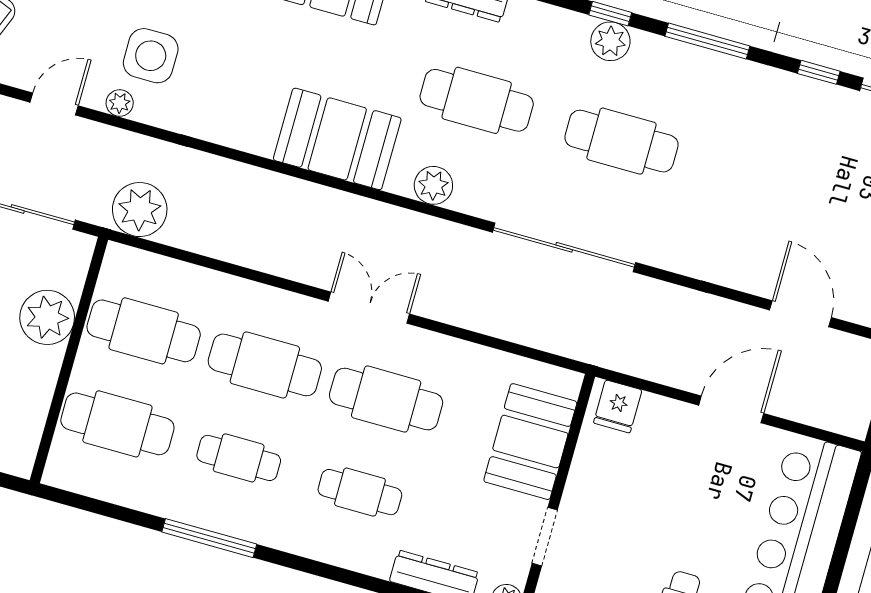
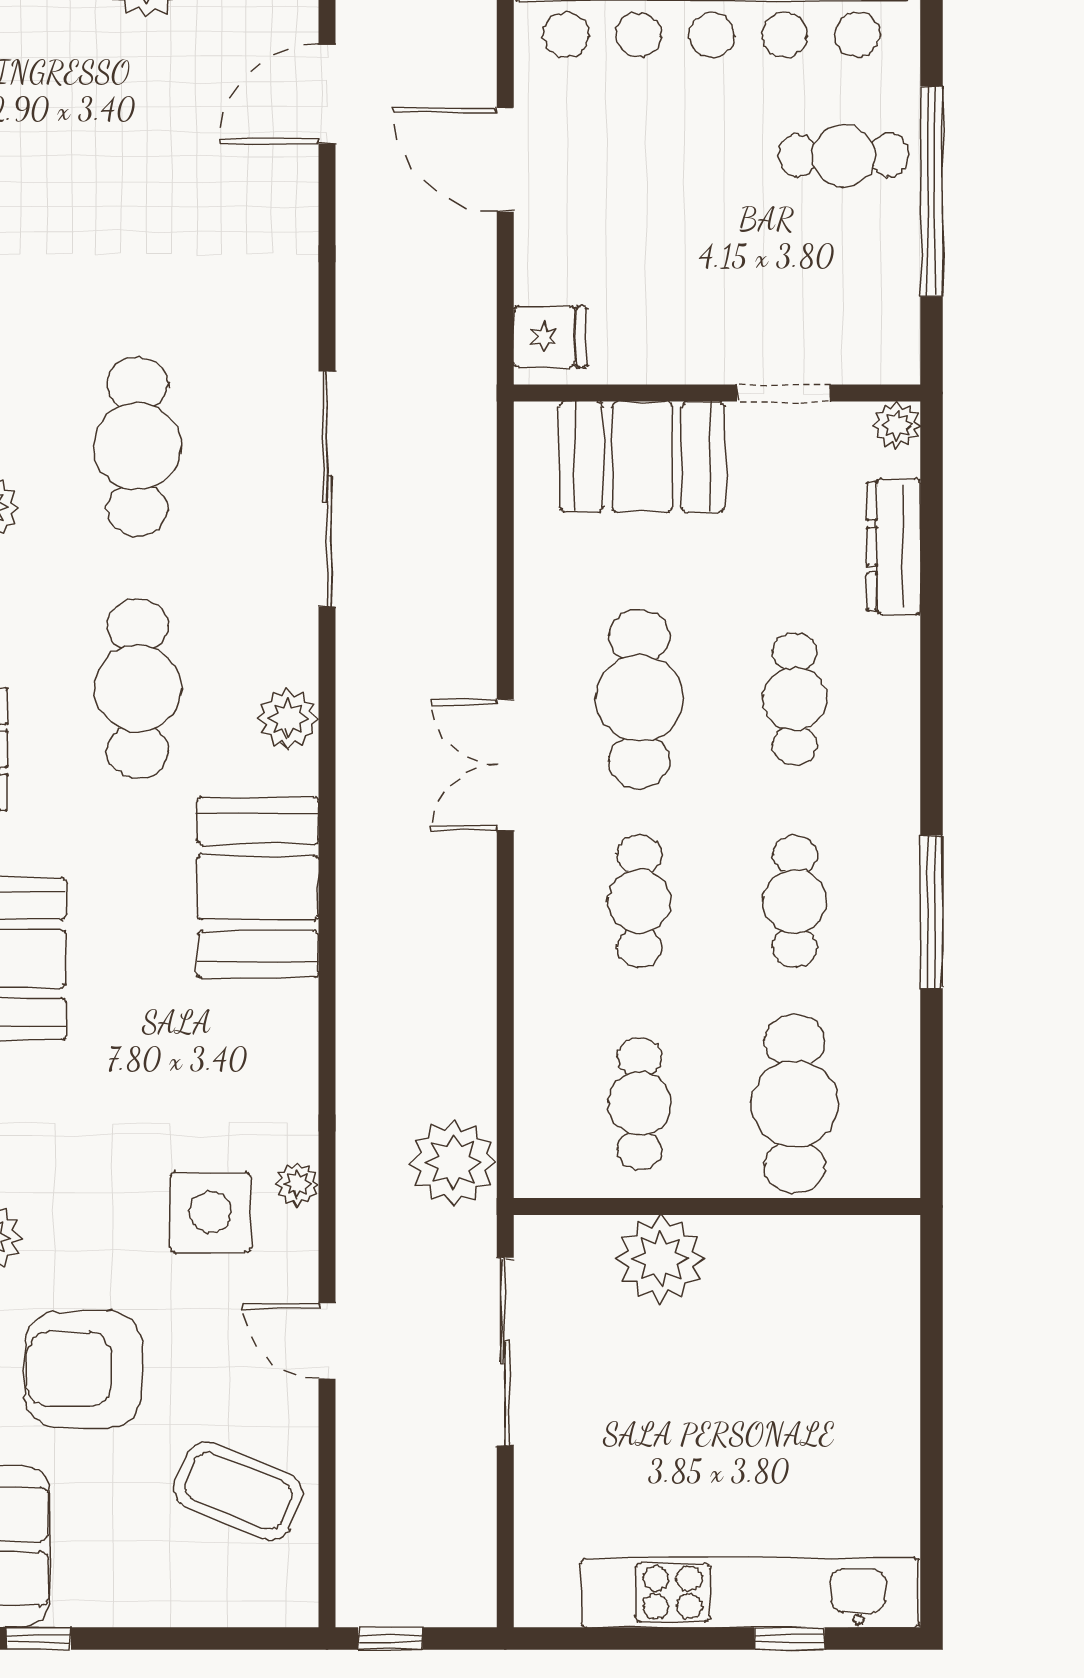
plant: (120, 103) -> (297, 1184), moved
cafe table: (144, 331) -> (639, 1104), width x0.73, depth x0.74
cafe table: (265, 365) -> (639, 901), width x0.73, depth x0.74

